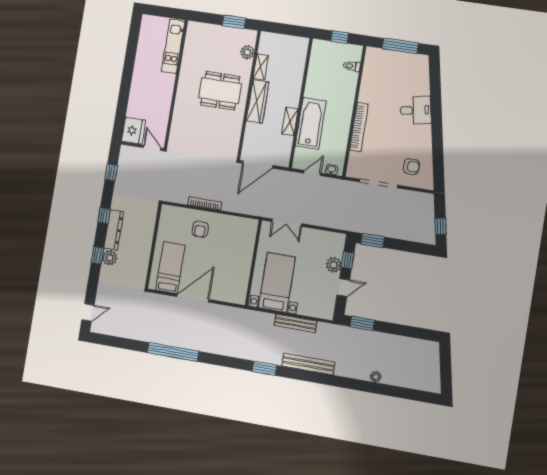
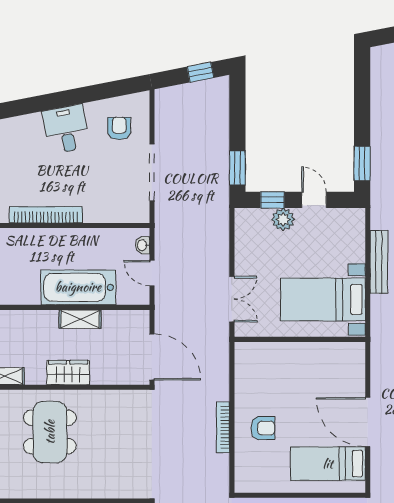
wardrobe: (258, 101) -> (68, 373), width x0.67
desk: (416, 110) -> (66, 129), moved
bookcase: (359, 127) -> (46, 215), moved

